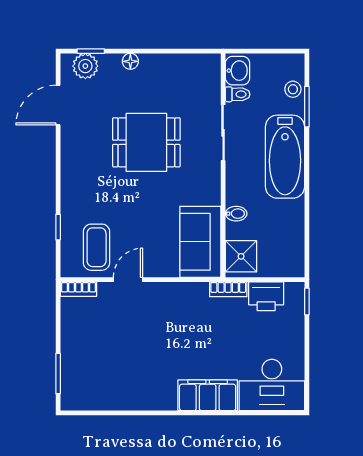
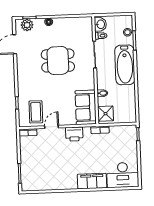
printer: (266, 296) -> (74, 134), moved

